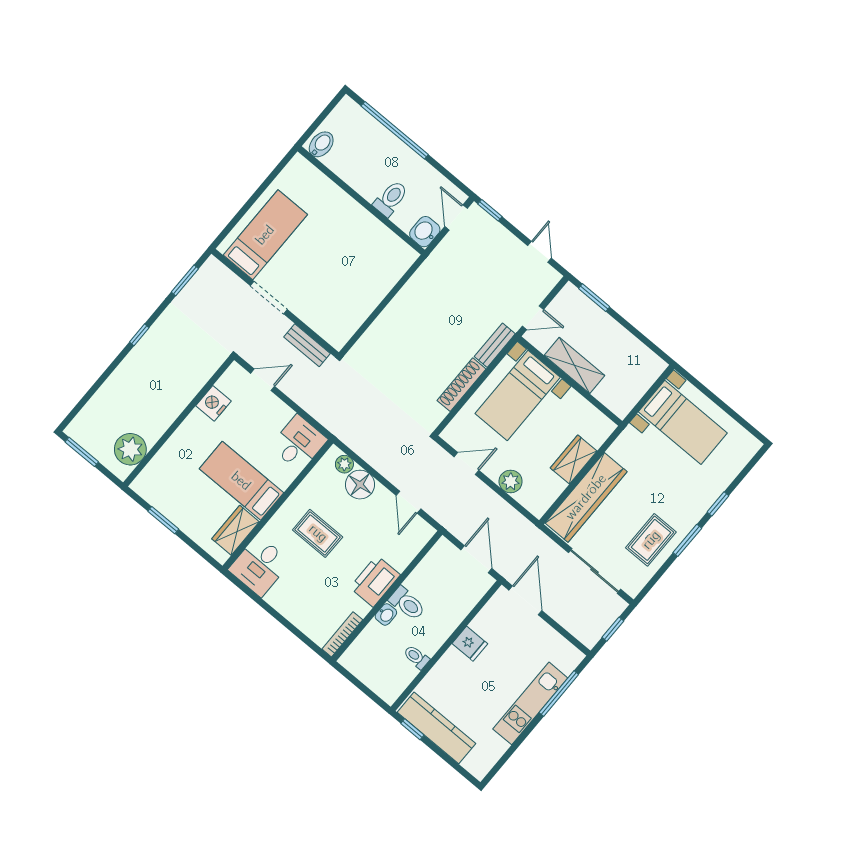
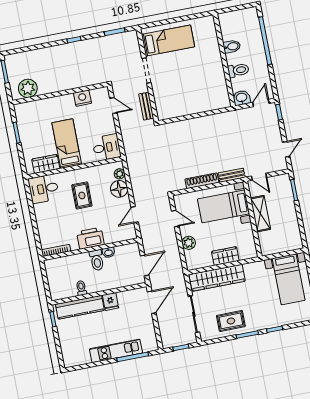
bidet: (321, 144) -> (232, 47), moved
washbasin: (386, 614) -> (108, 252), moved
kitchen counter: (436, 728) -> (80, 307), moved, turned 90

